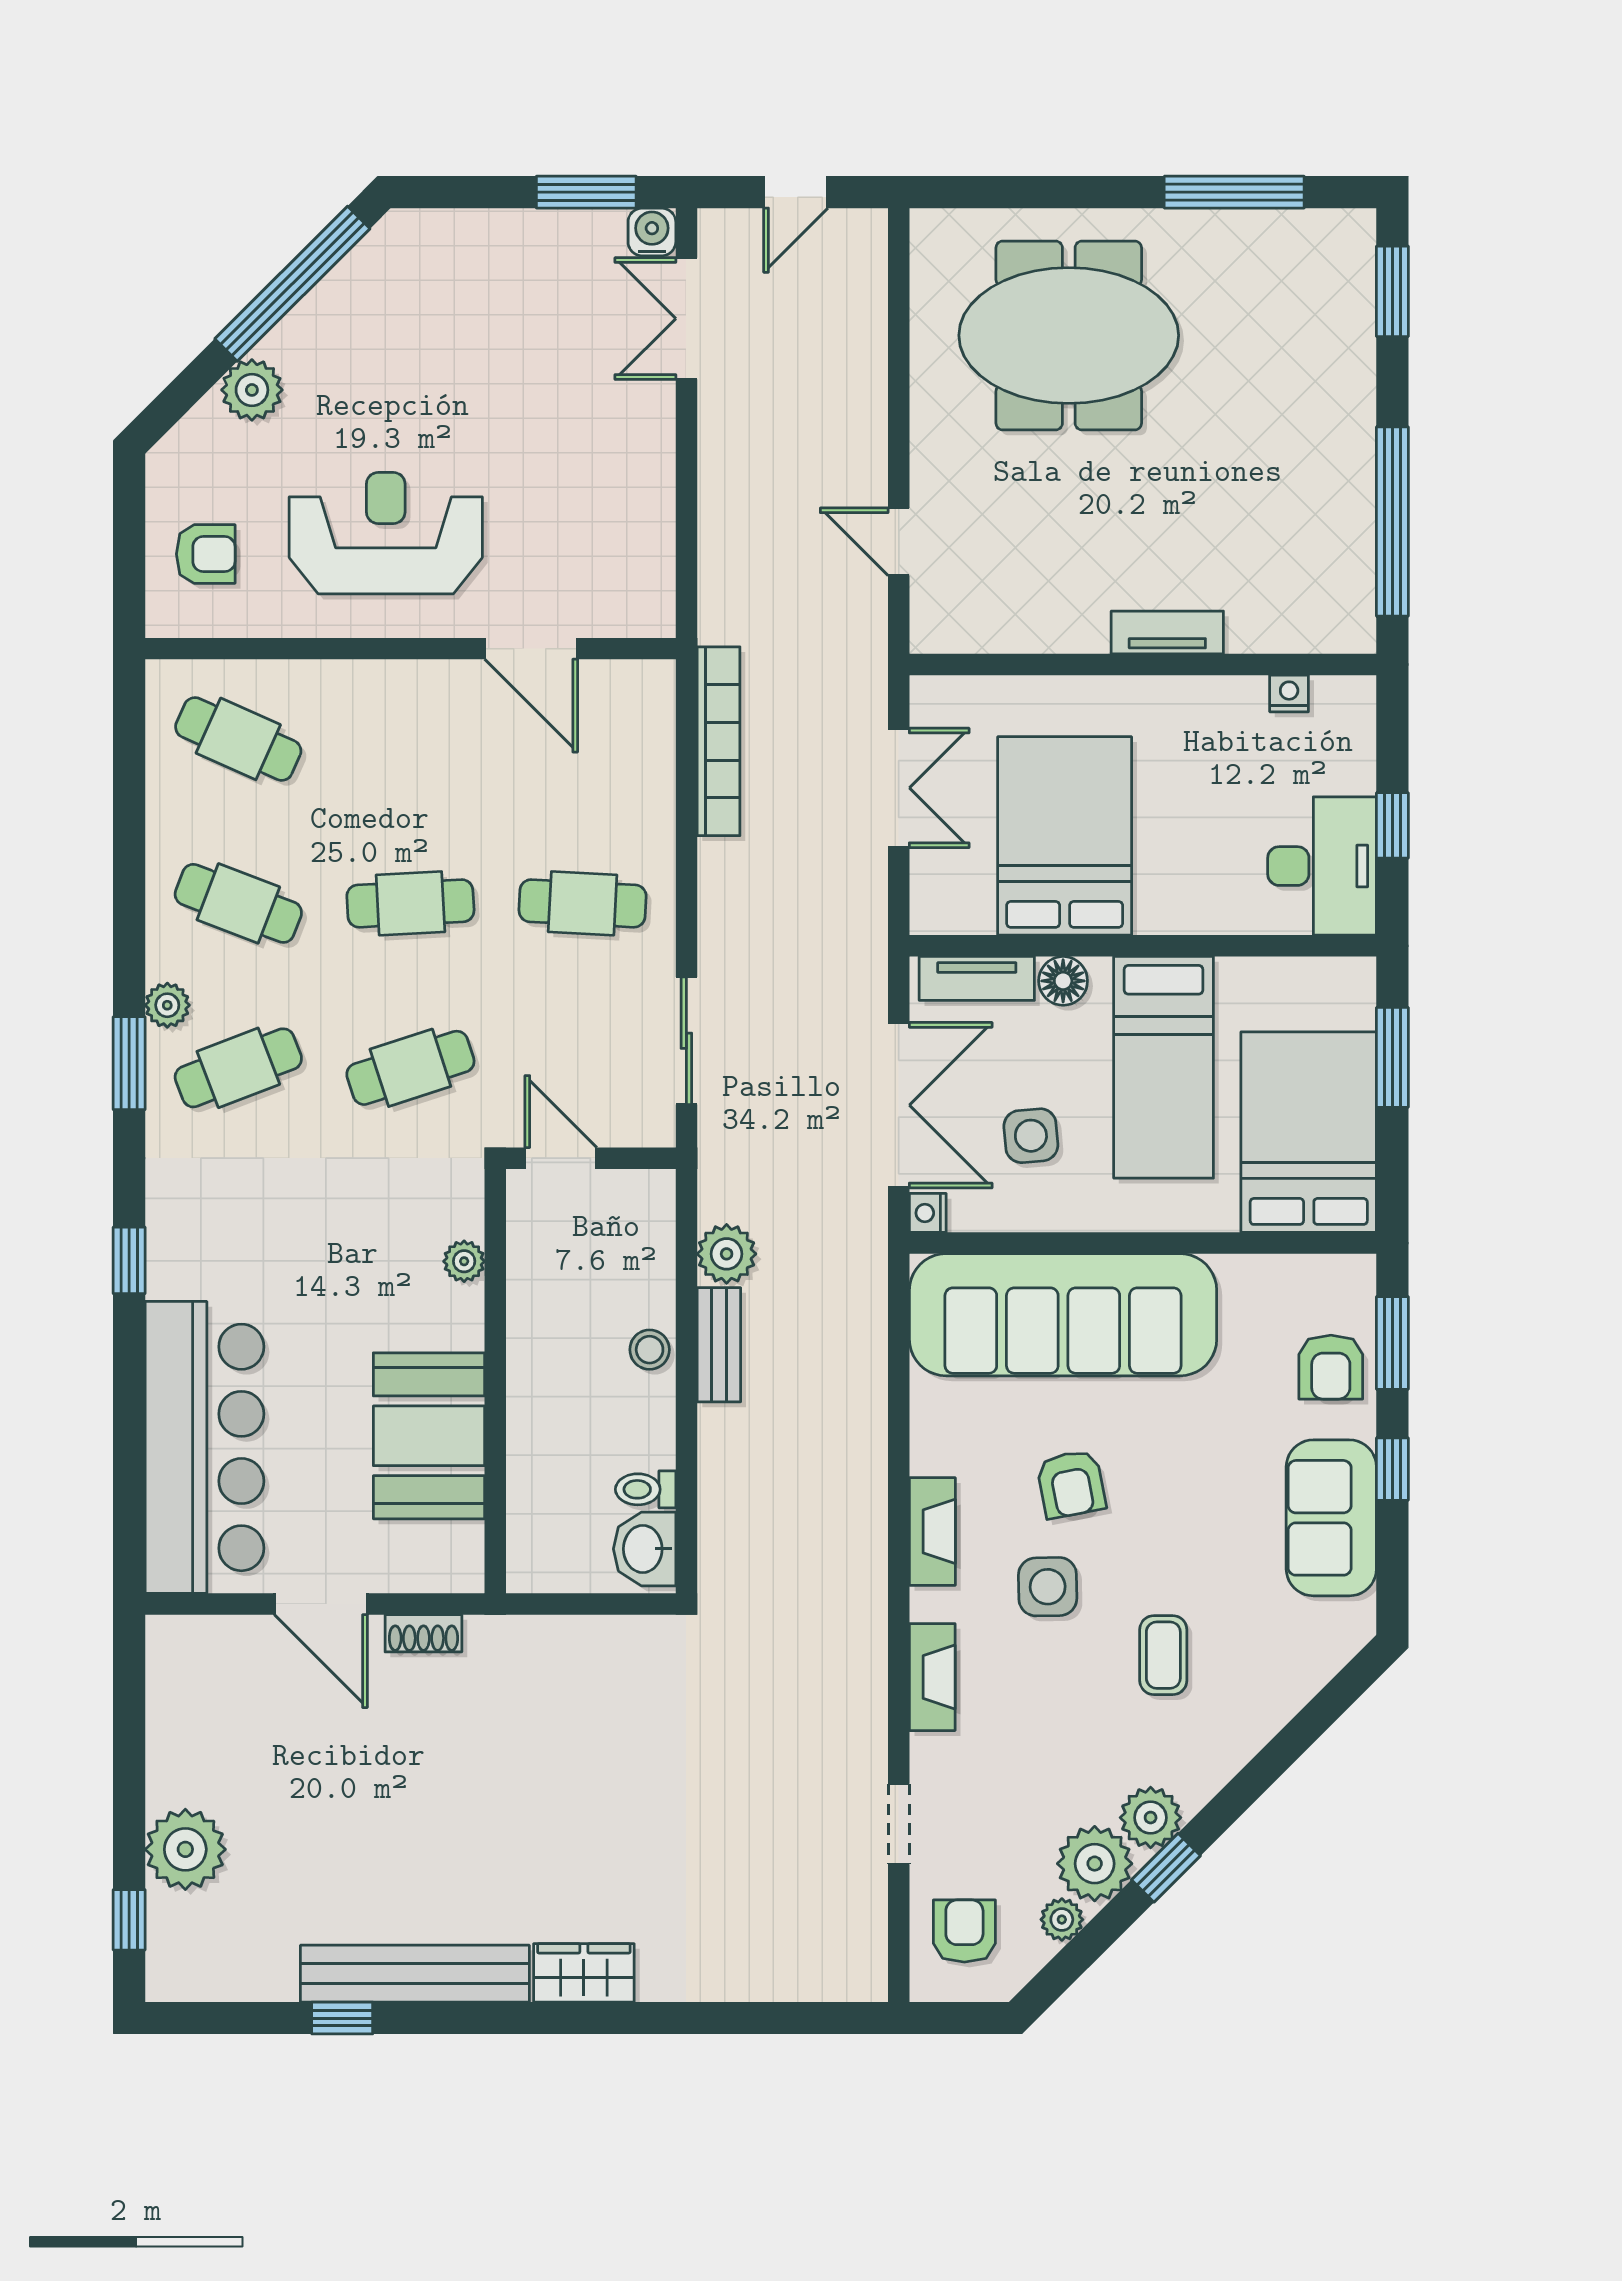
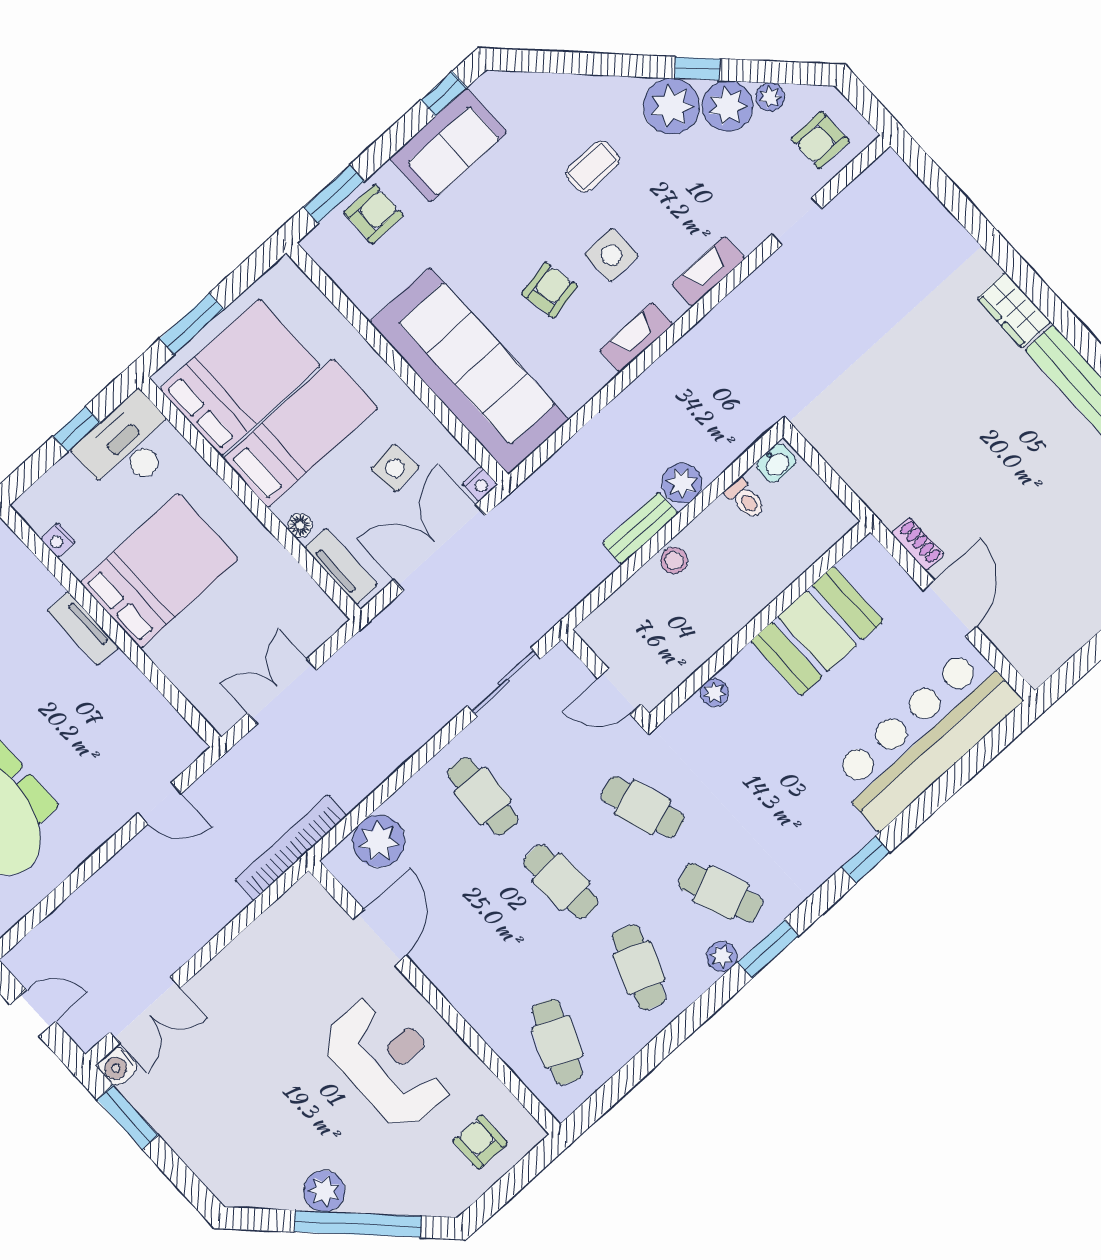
window: (292, 284) -> (358, 1224), moved
plant: (252, 390) -> (324, 1191), moved
reception desk: (386, 533) -> (388, 1062), turned 180
door: (899, 542) -> (160, 803), hinge flipped
bookcase: (718, 741) -> (291, 848), moved
plant: (637, 744) -> (379, 841), added
bed: (1065, 836) -> (159, 571), moved, turned 180
floor lamp: (1063, 981) -> (300, 525), width x0.73, depth x0.73
bed: (1309, 1132) -> (240, 377), moved, turned 180
door: (561, 1158) -> (619, 691), hinge flipped
plant: (727, 1254) -> (682, 483), moved
window: (1392, 1469) -> (444, 94), moved
washbasin: (645, 1549) -> (776, 463), width x0.72, depth x0.69
plant: (1151, 1818) -> (672, 106), width x1.36, depth x1.36

